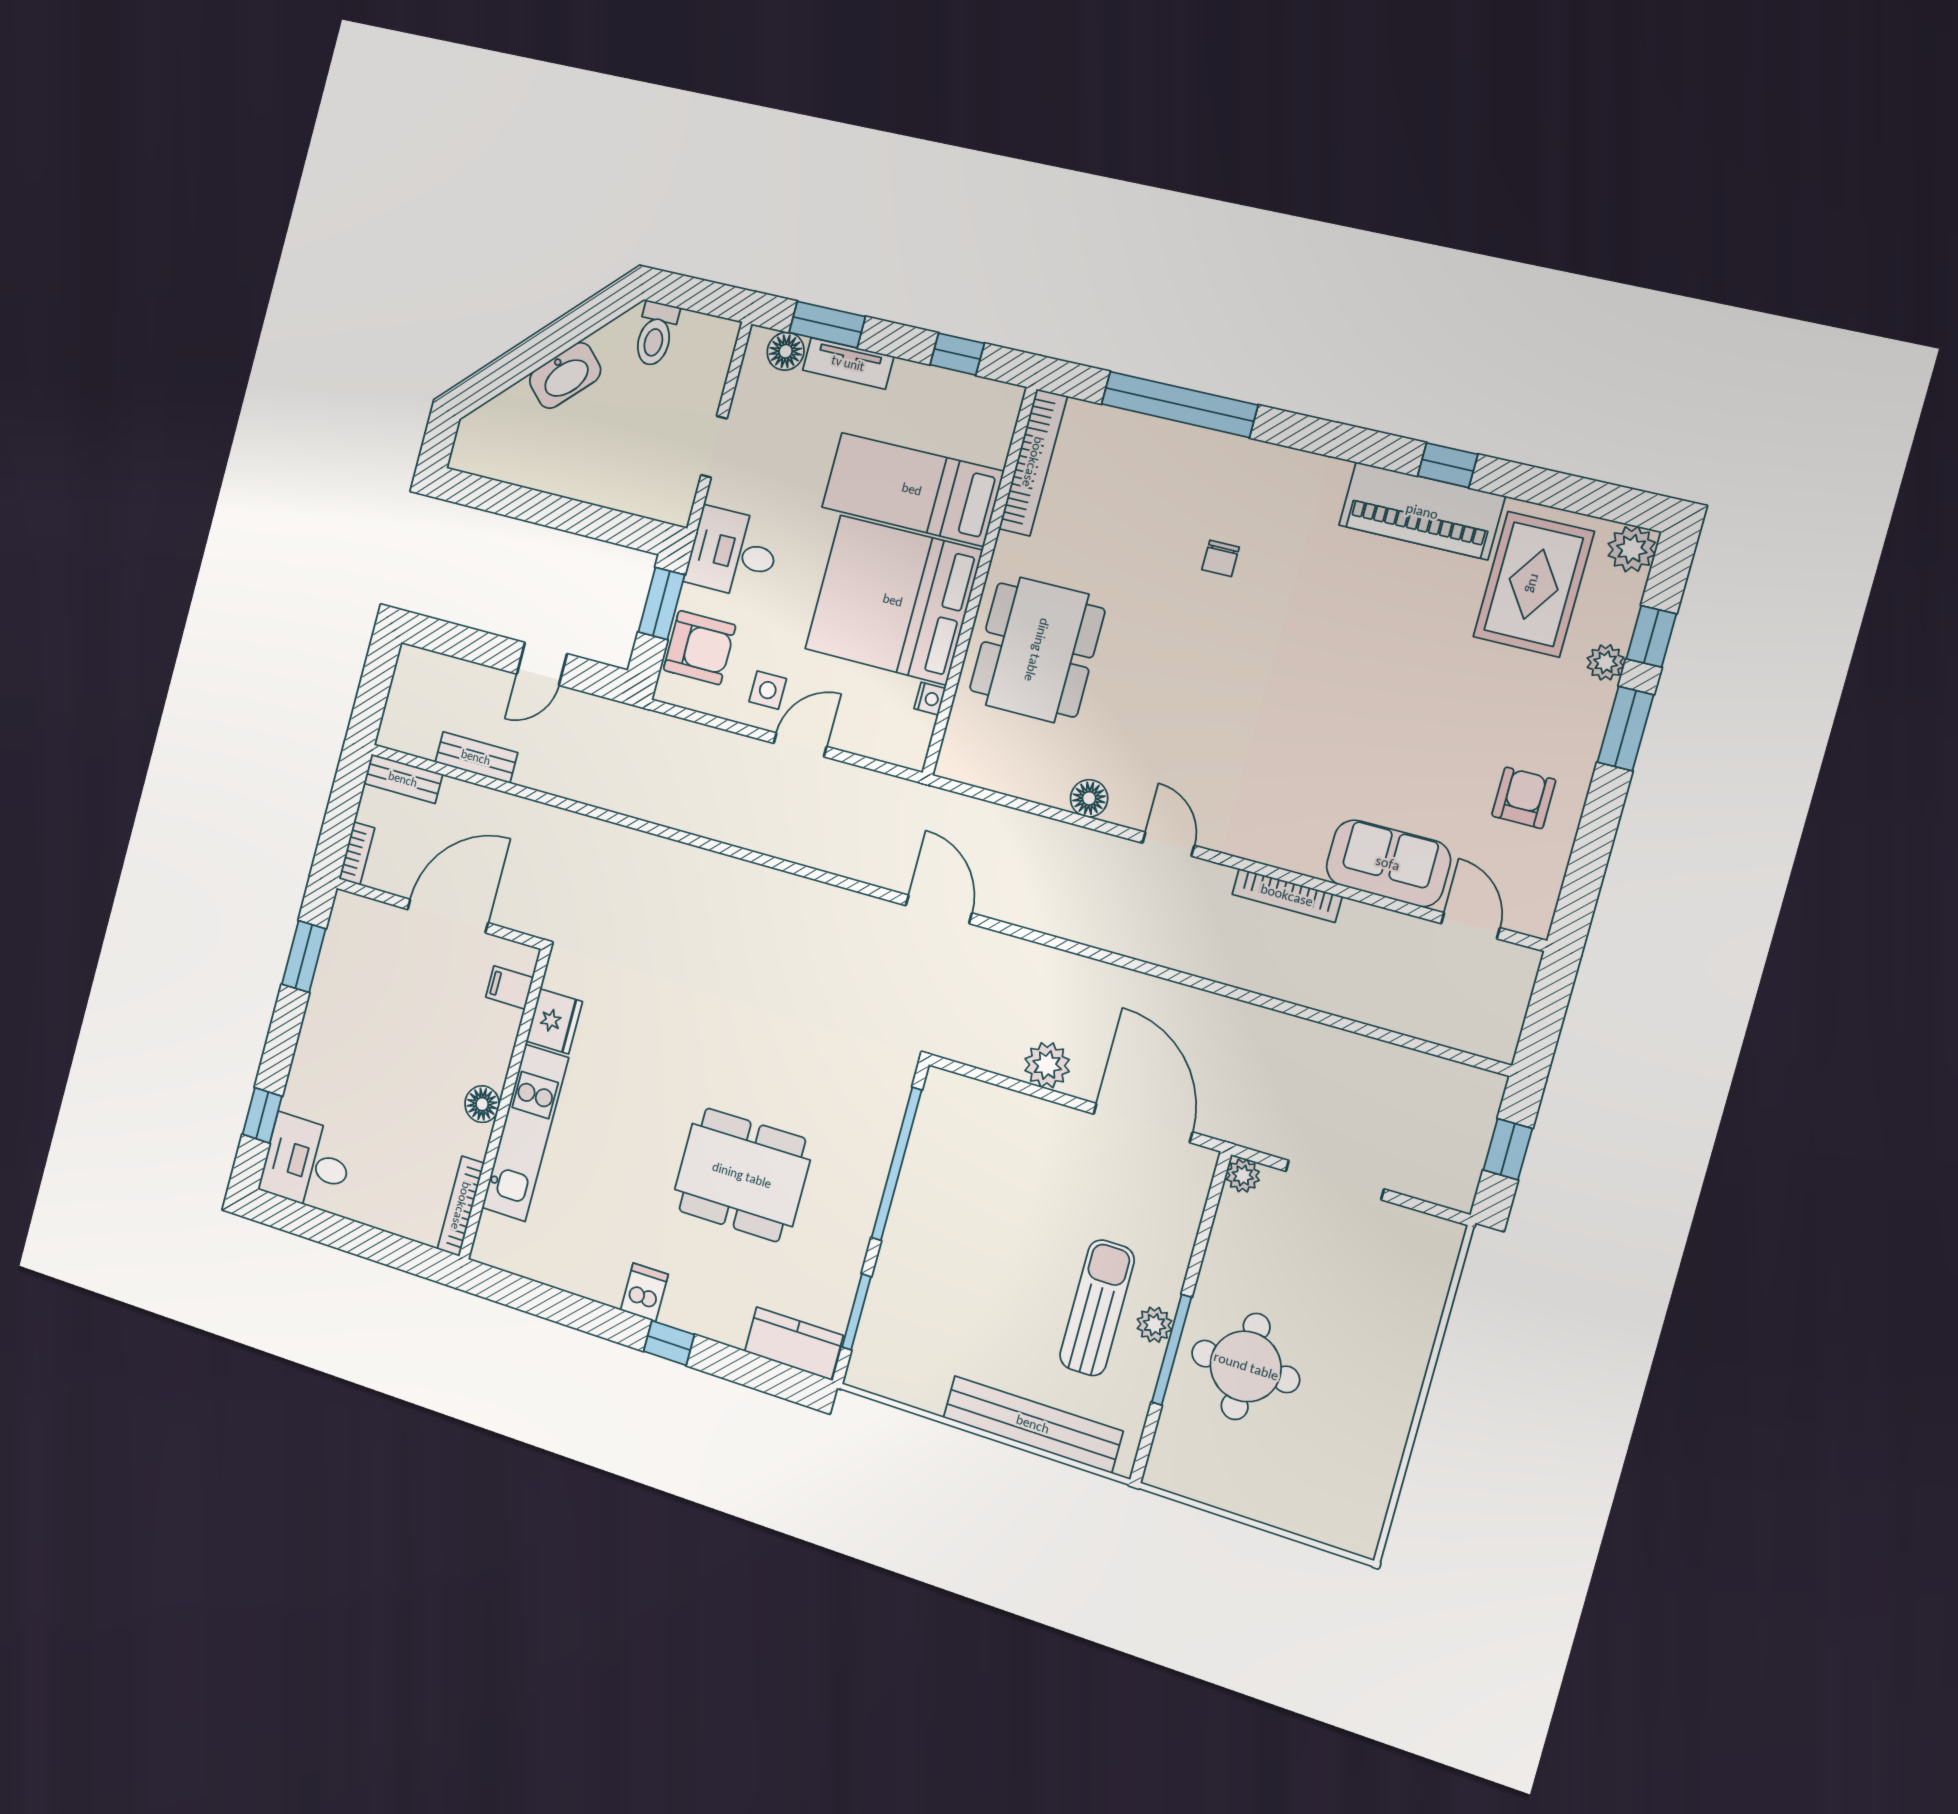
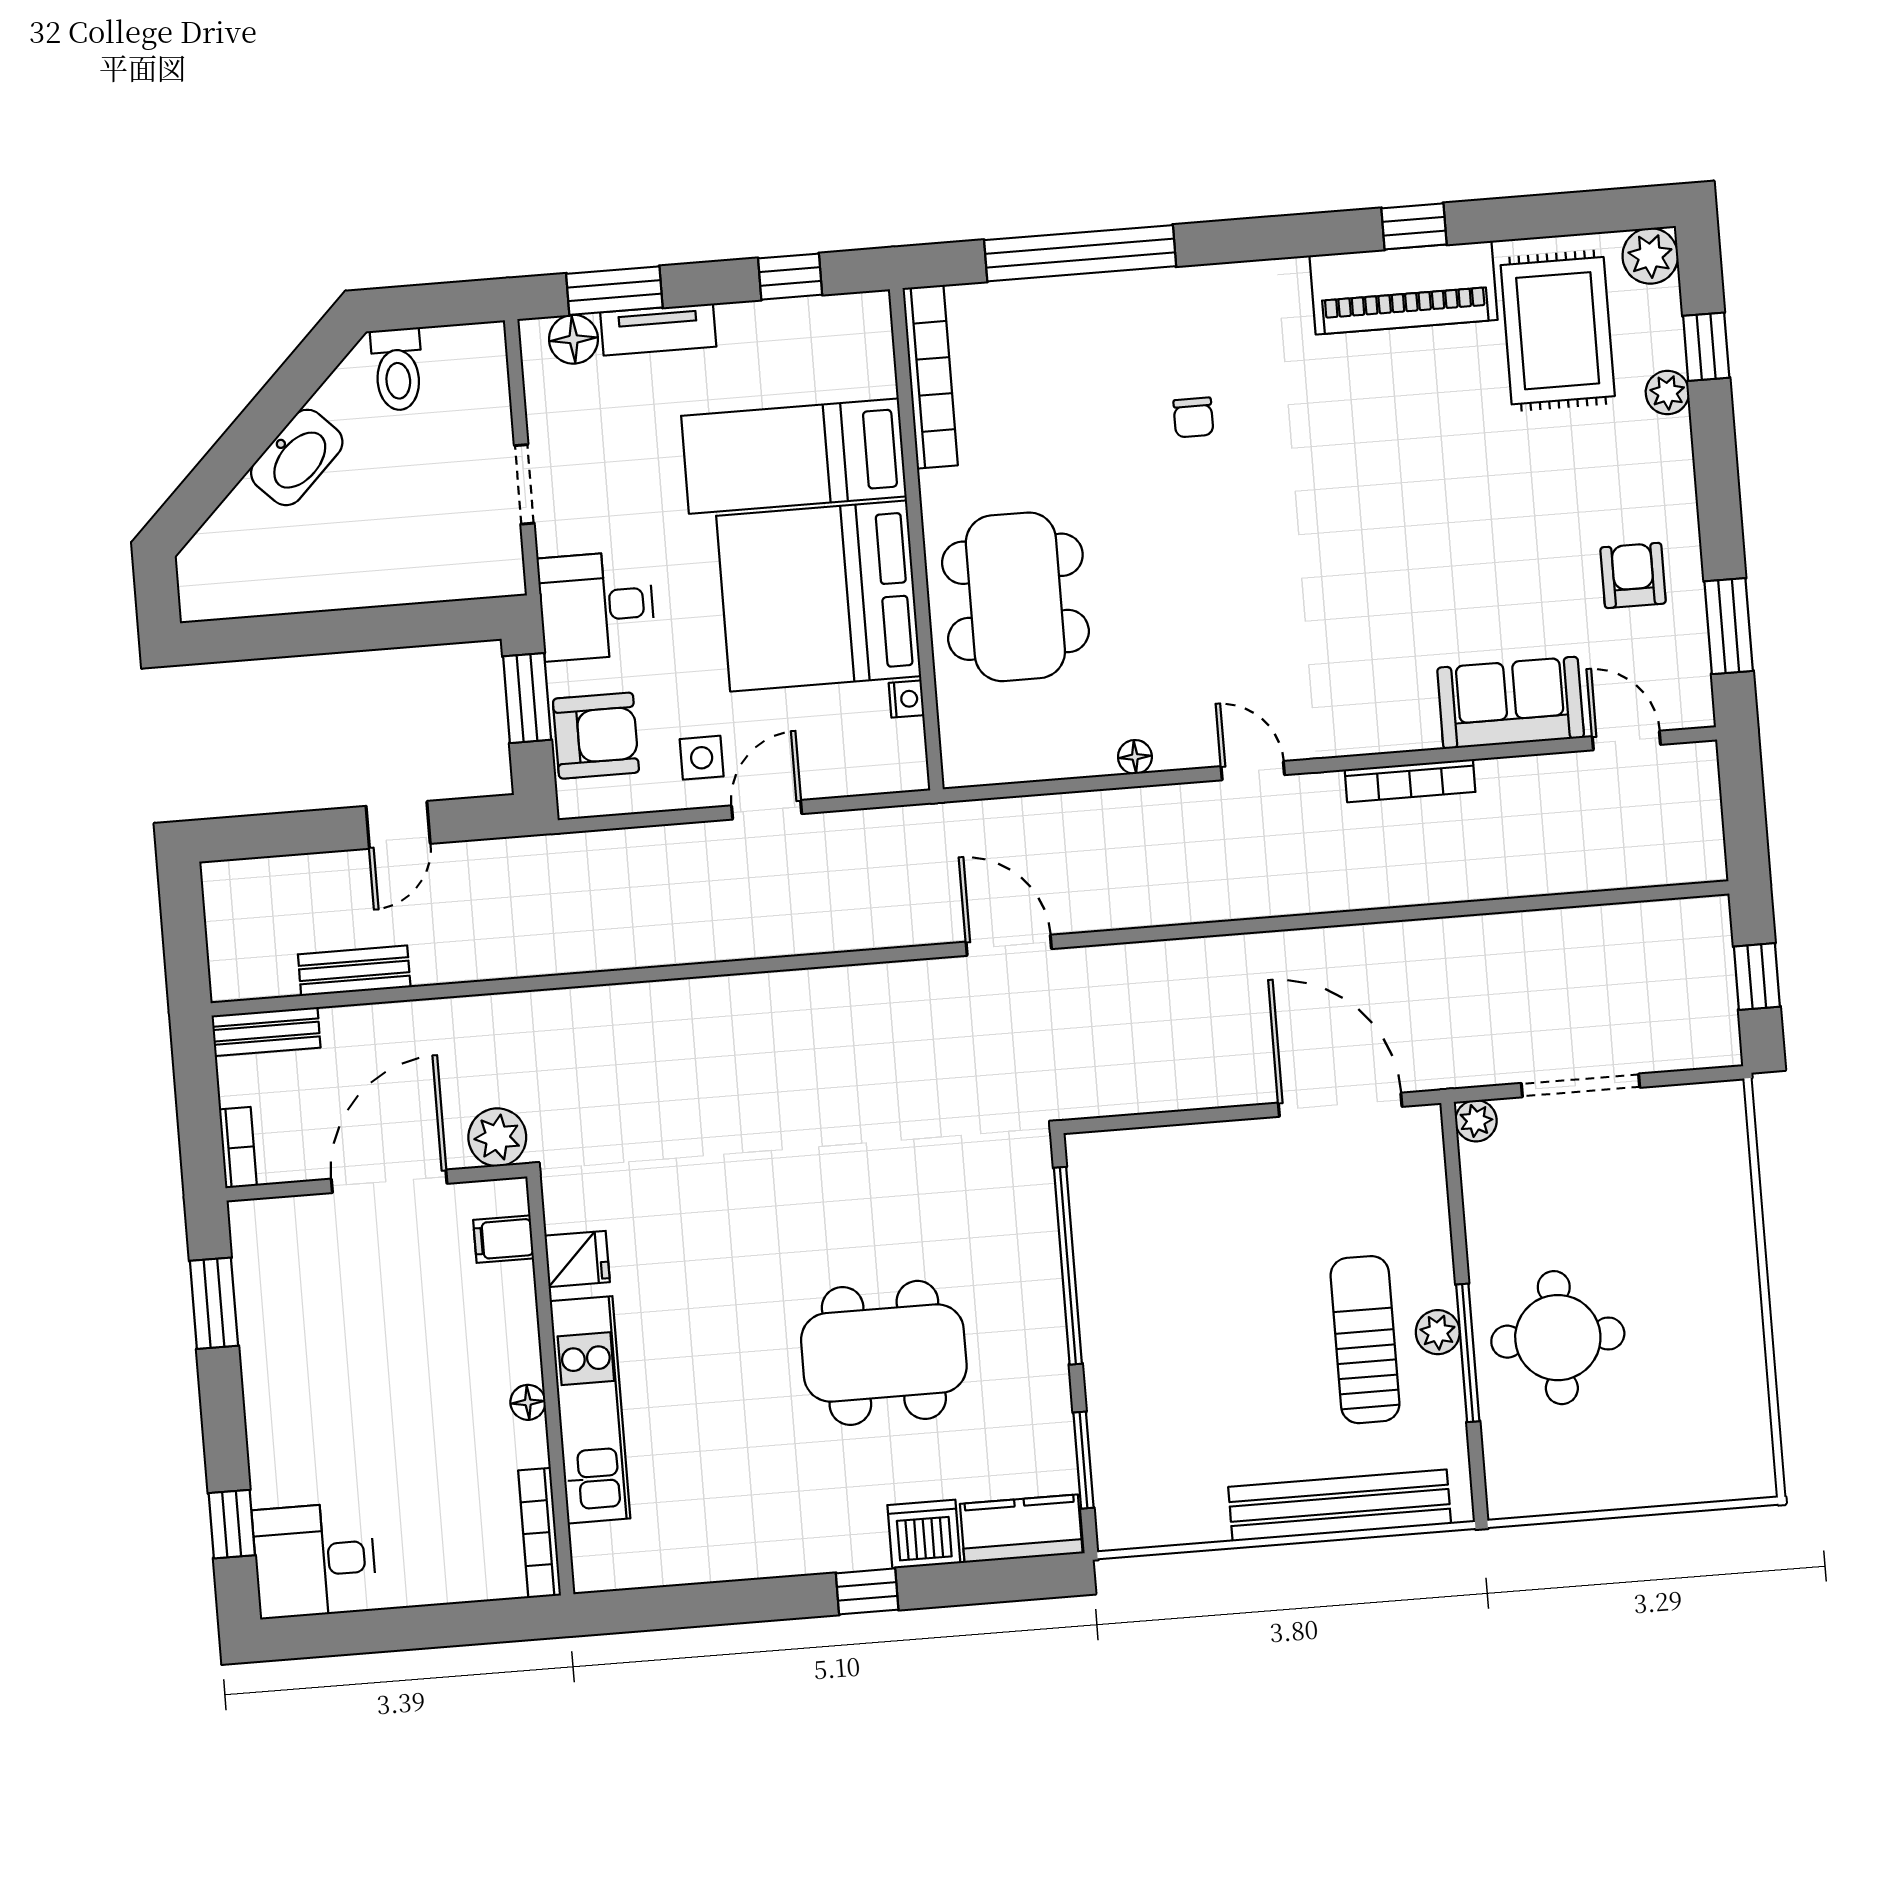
window: (1626, 729) -> (1729, 626), moved
floor lamp: (1089, 798) -> (1135, 757), width x0.73, depth x0.73
fridge: (554, 1021) -> (577, 1259), width x0.72
plant: (1047, 1065) -> (497, 1137), moved
floor lamp: (482, 1104) -> (528, 1402), width x0.73, depth x0.73
dishwasher: (644, 1292) -> (924, 1534), moved, width x1.38

